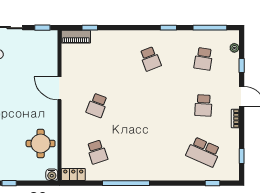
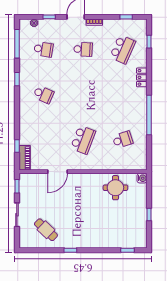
school desk: (150, 59) -> (43, 95), turned 45
door: (59, 88) -> (57, 172), moved
school desk: (97, 105) -> (83, 140), width x1.85
locker: (73, 175) -> (142, 77), moved

